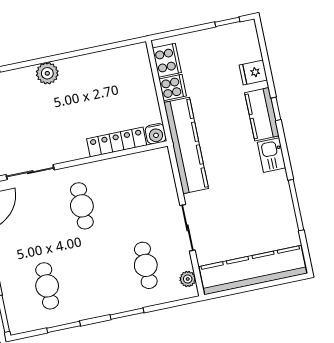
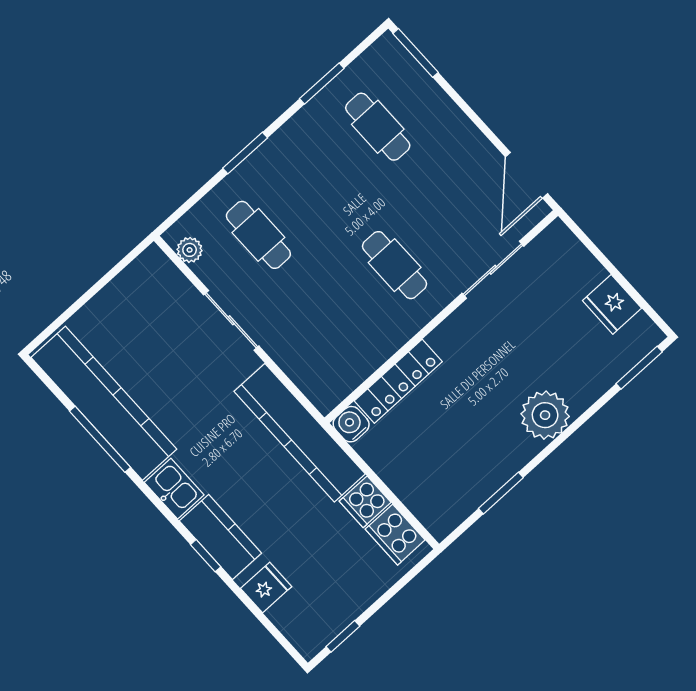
window: (97, 49) -> (501, 493), added
plant: (47, 73) -> (545, 415), width x1.36, depth x1.36
kitchen counter: (253, 270) -> (104, 403), moved, turned -90

